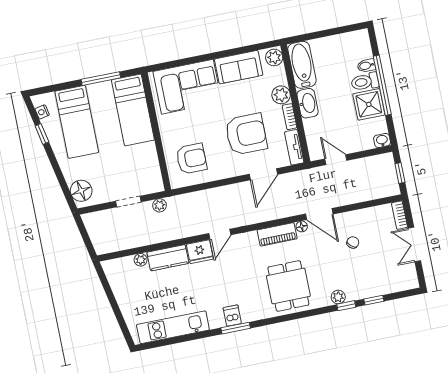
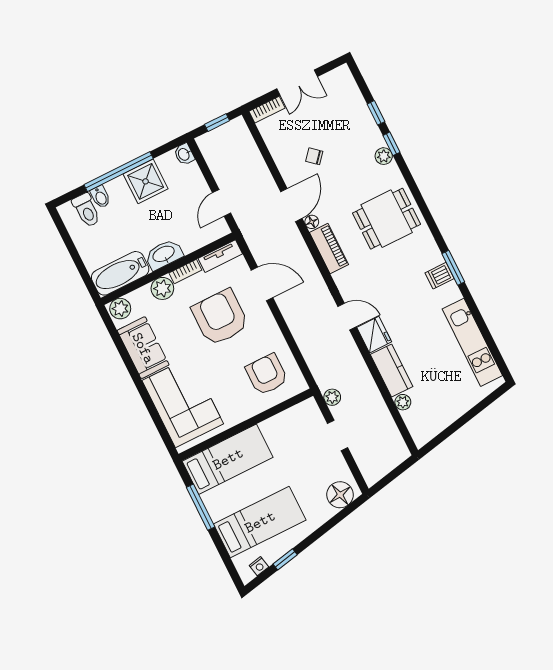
toilet: (365, 82) -> (86, 210), moved

